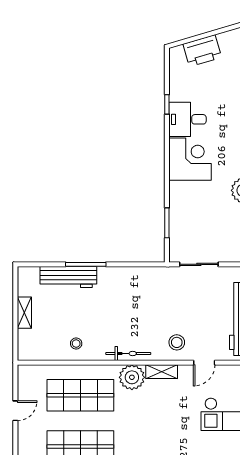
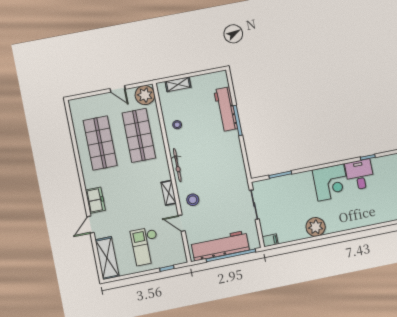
shelving: (24, 313) -> (178, 84), moved
plant: (132, 377) -> (145, 95), moved

